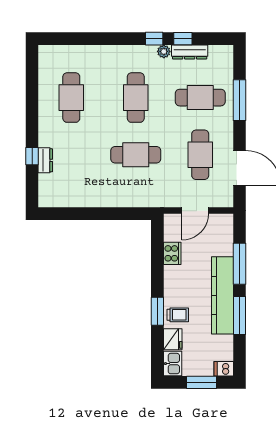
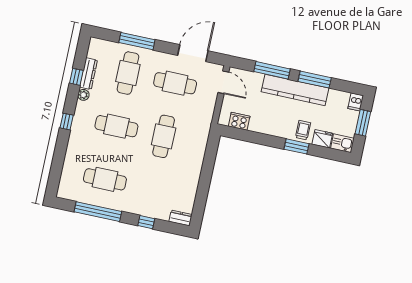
window: (154, 39) -> (67, 122), moved
window: (32, 97) -> (98, 212), added
dresser: (45, 160) -> (180, 218), moved
door: (195, 211) -> (223, 82), moved
cooker: (172, 253) -> (239, 121), moved

